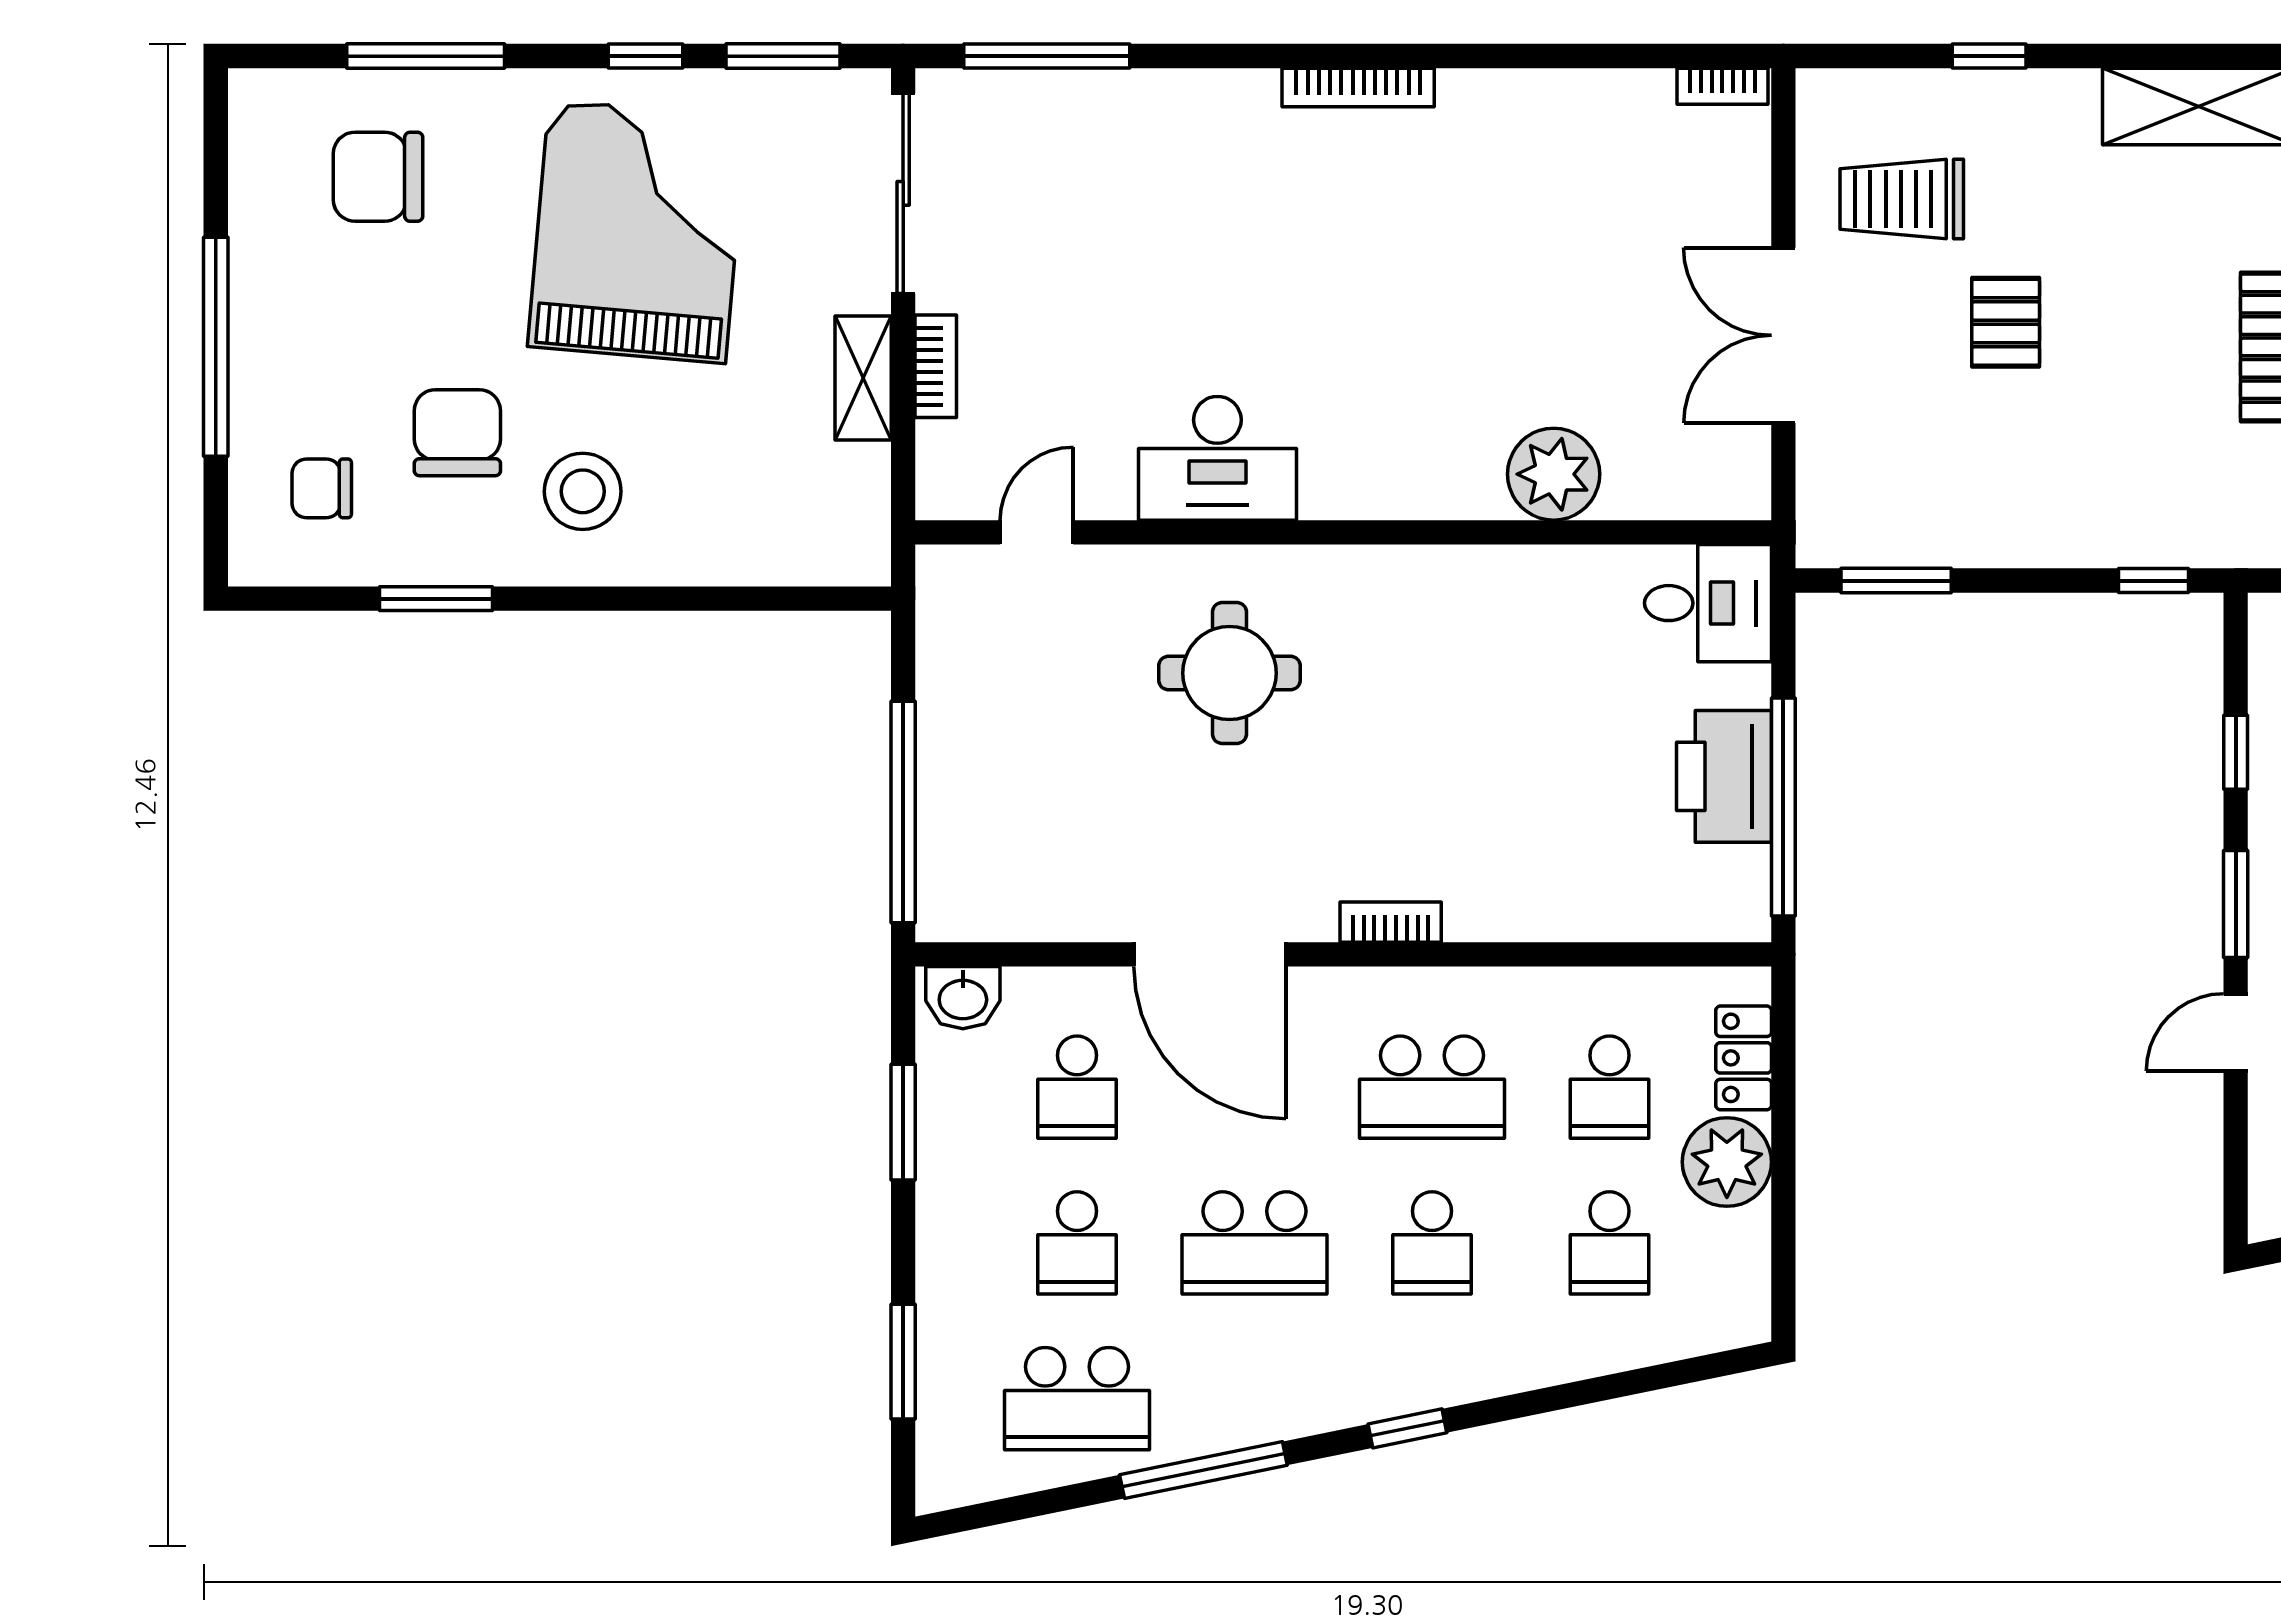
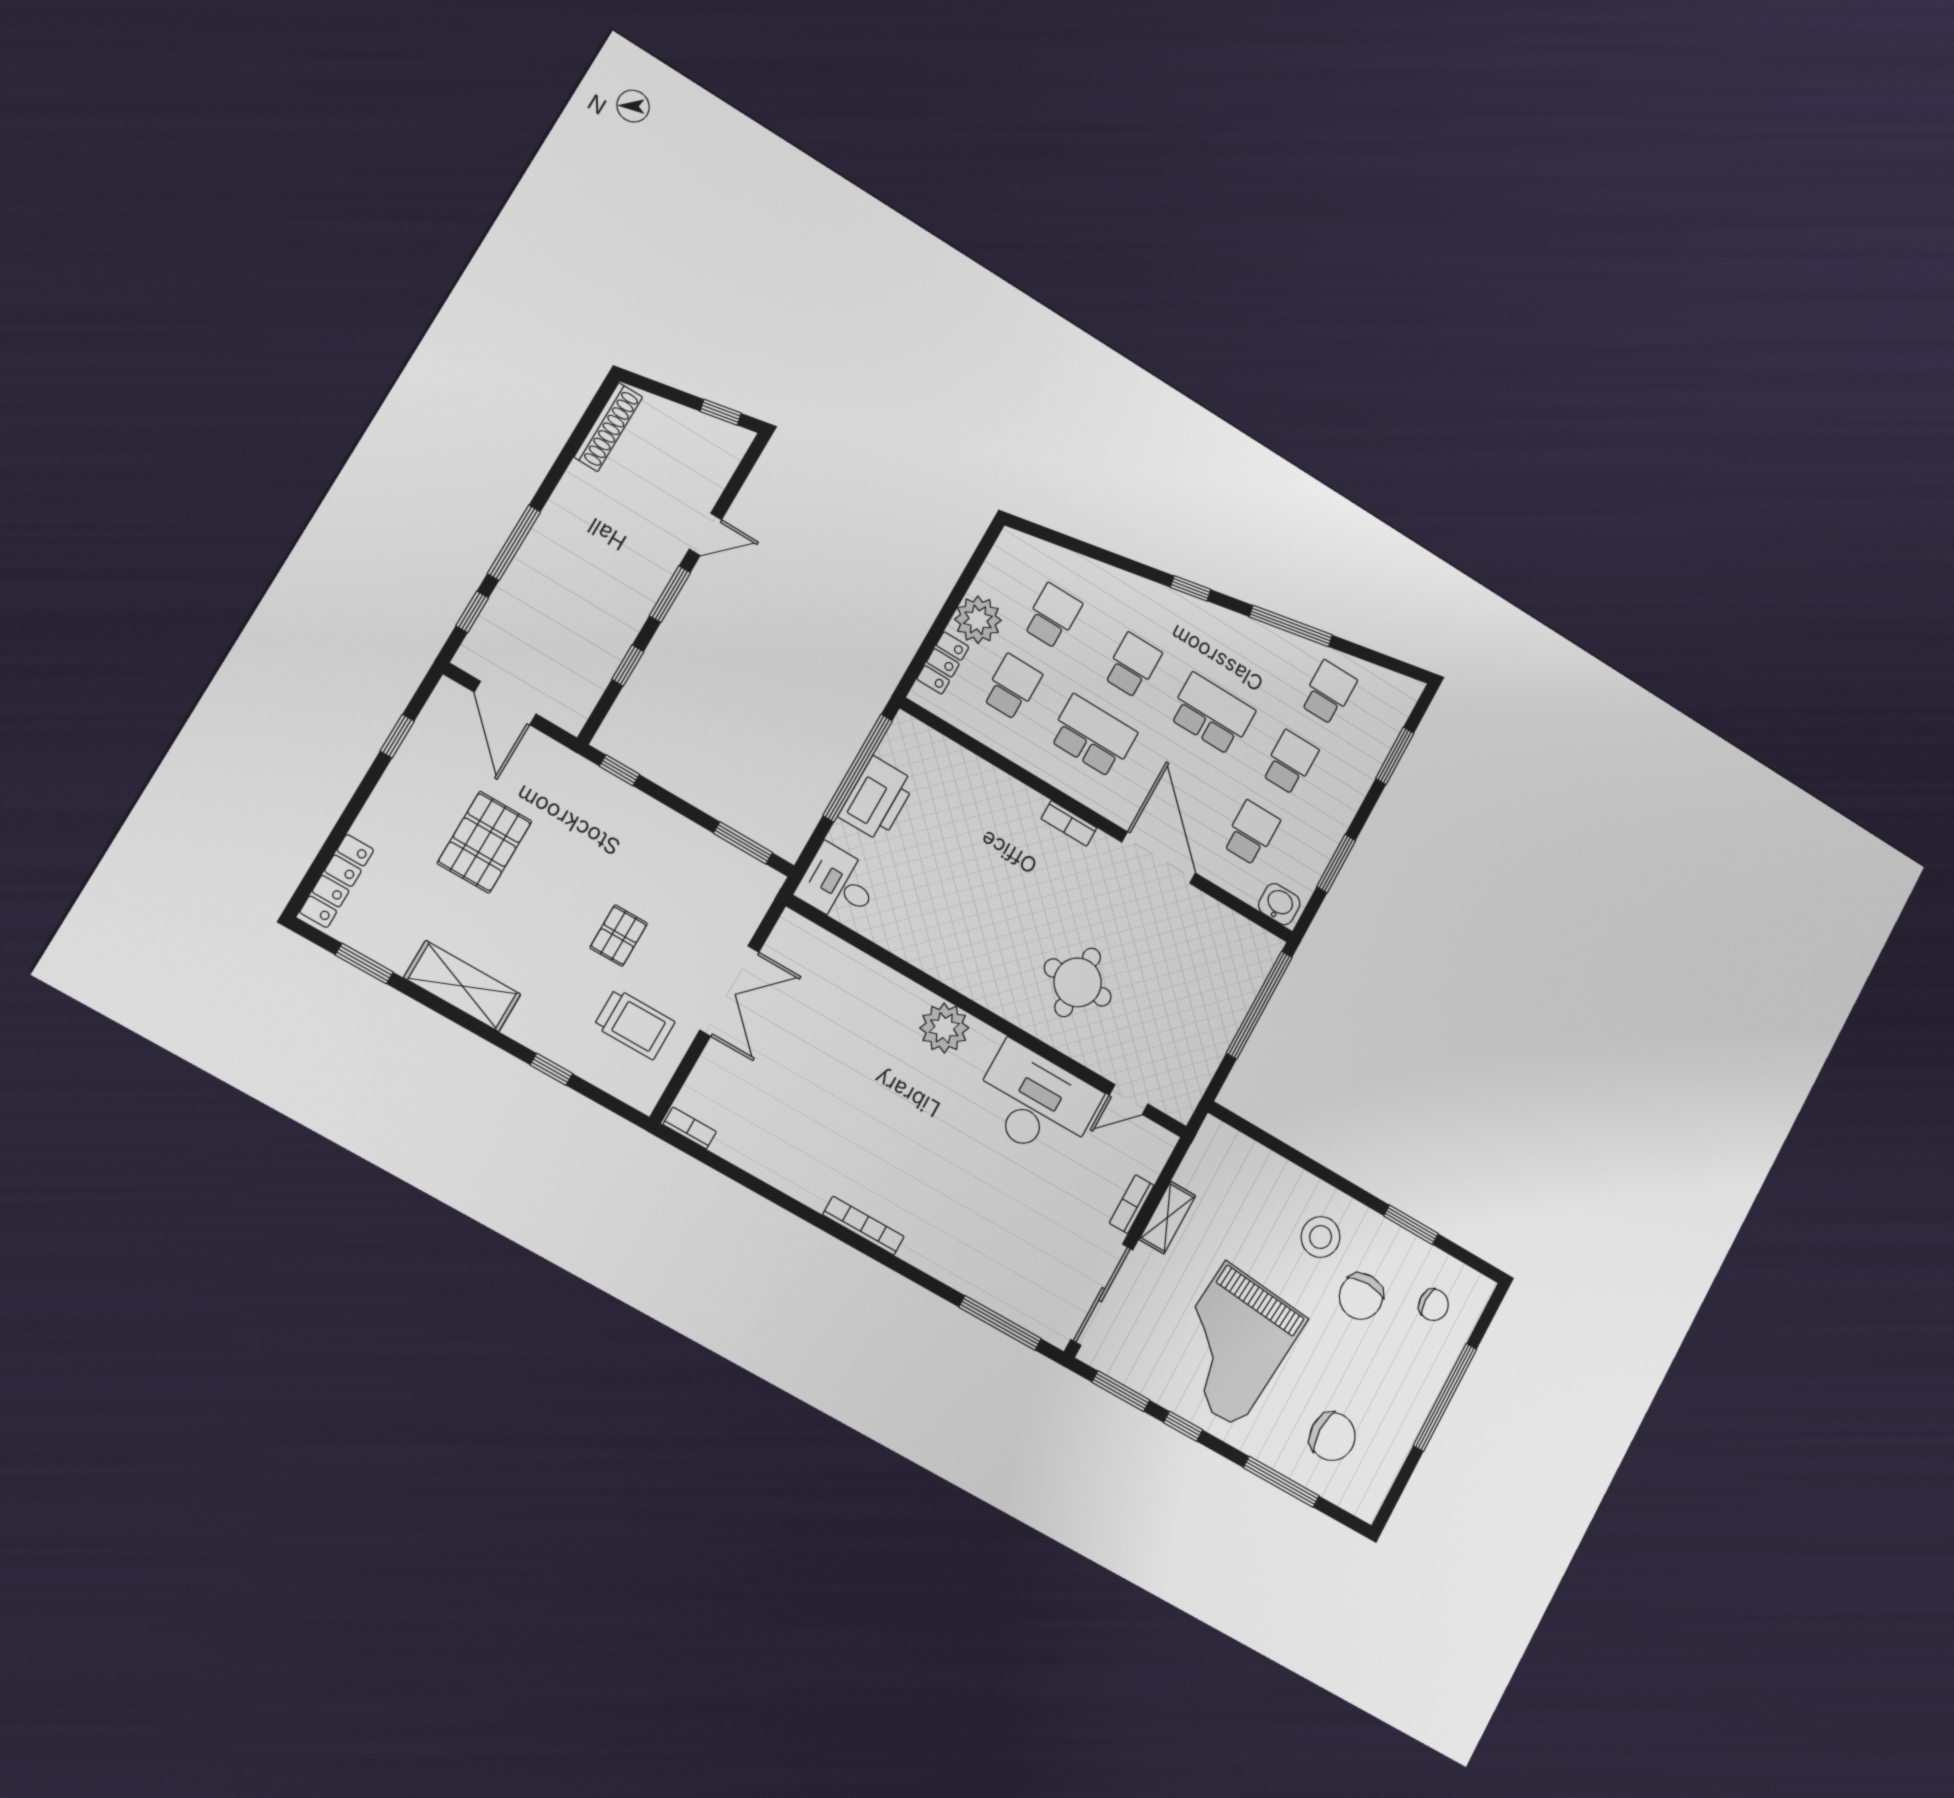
desk: (1217, 458) -> (1036, 1103), width x1.36, depth x1.30
plant: (1554, 474) -> (944, 1028), moved
school desk: (1077, 1399) -> (1328, 692), width x0.54

